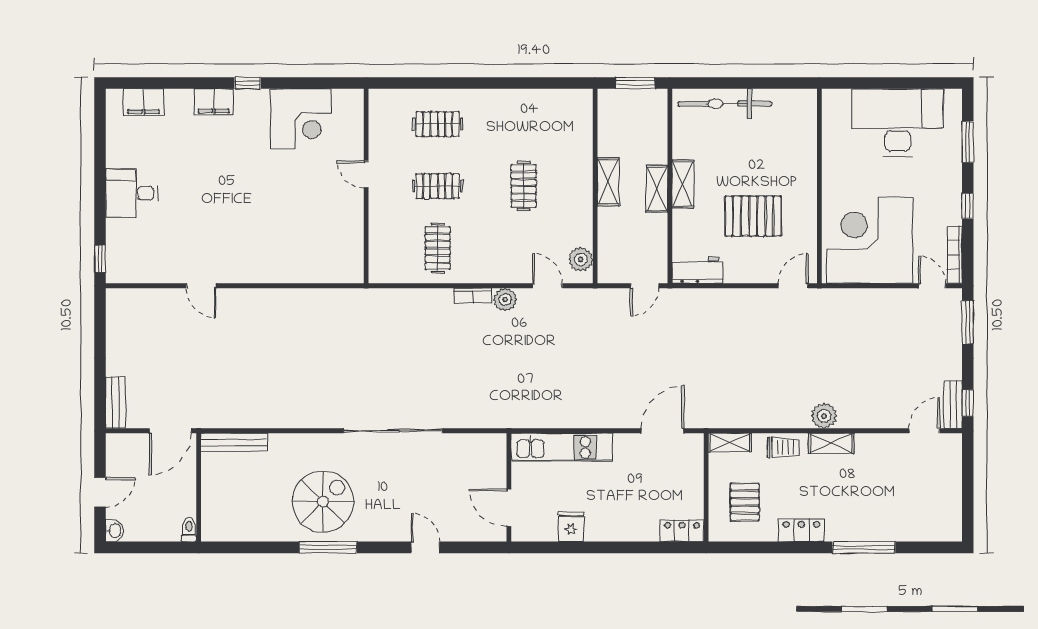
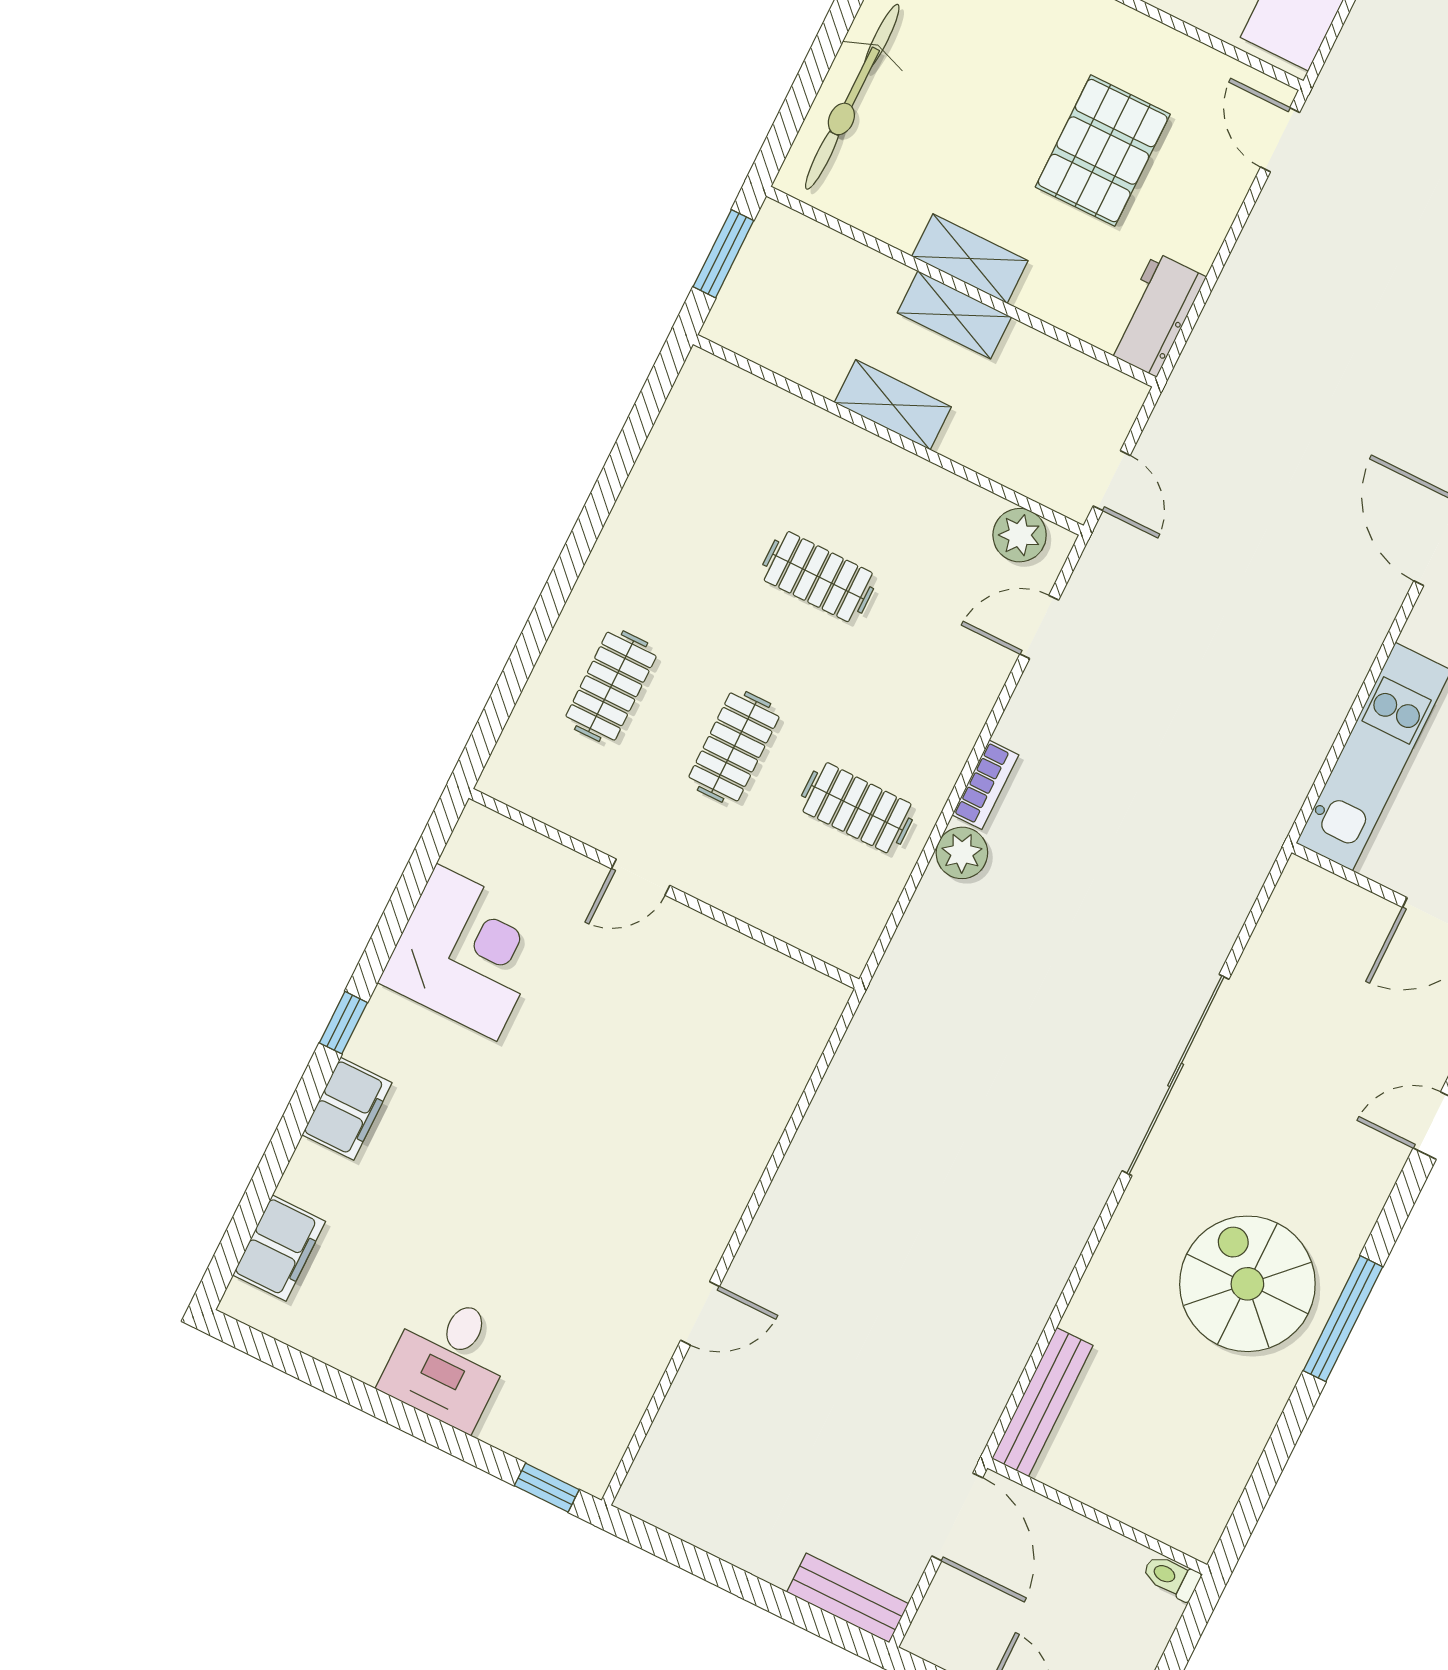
door: (645, 286) -> (1112, 481), moved
plant: (505, 300) -> (962, 853), moved

